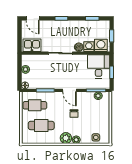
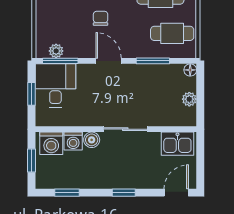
door: (33, 18) -> (176, 193), hinge flipped
desk: (99, 66) -> (55, 85), moved, turned 180

